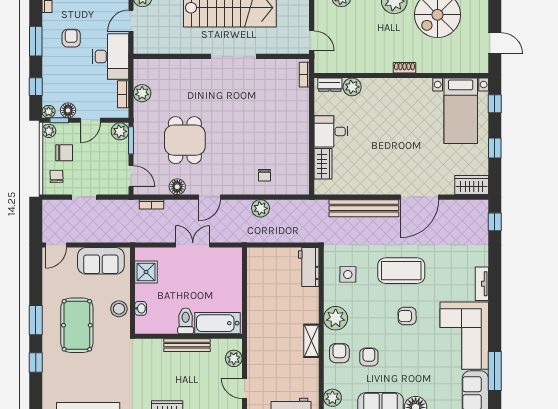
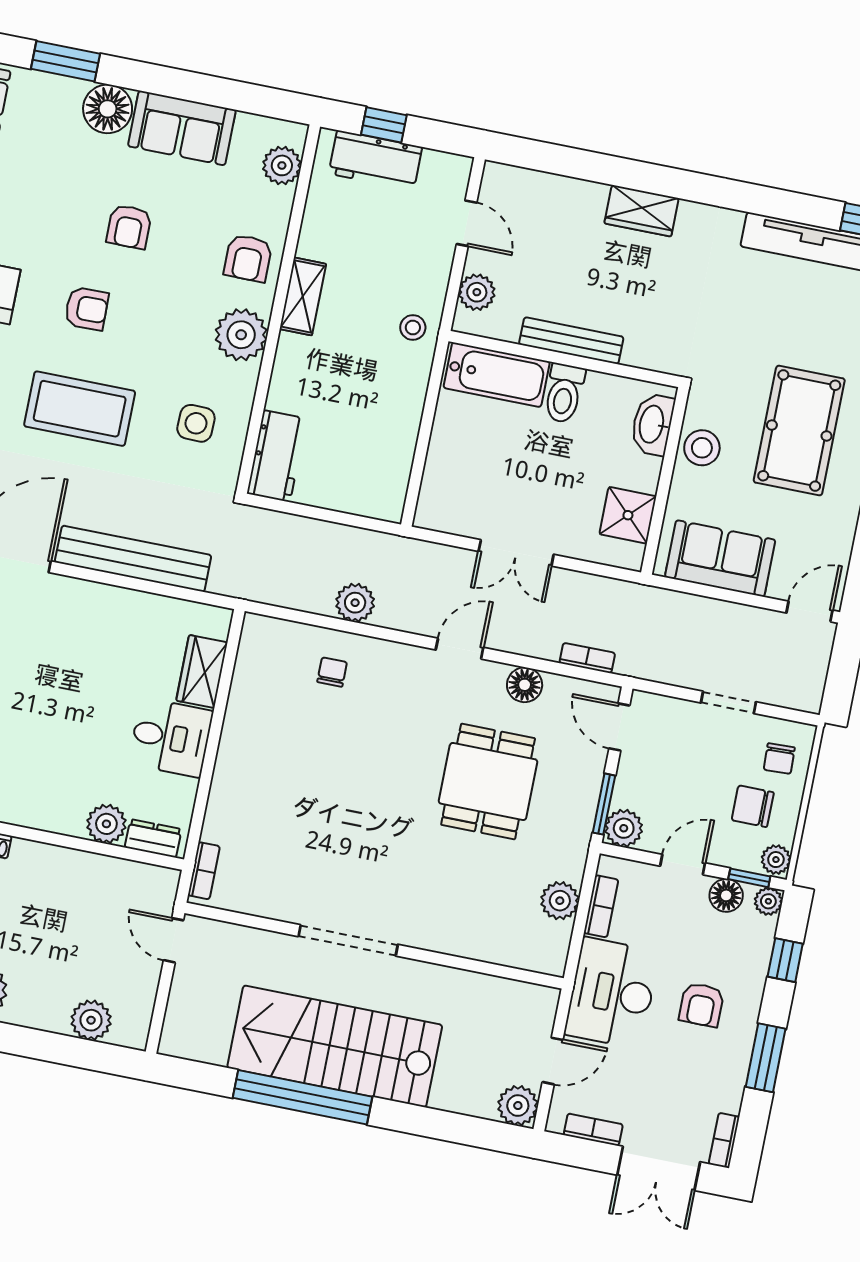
armchair: (71, 38) -> (702, 1005), moved
washbasin: (141, 308) -> (652, 424), width x1.91, depth x1.45
stool: (259, 337) -> (413, 327), added
armchair: (369, 357) -> (129, 227), moved

